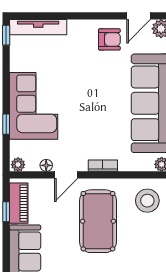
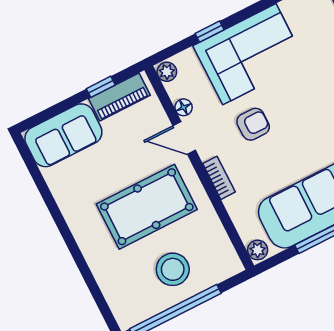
armchair: (80, 126) -> (253, 124), added
stool: (147, 201) -> (173, 269), moved

